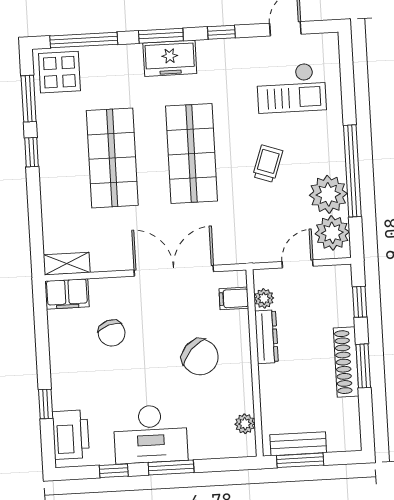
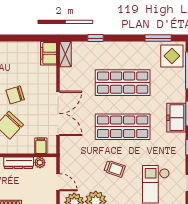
window: (32, 152) -> (95, 38), moved
chair: (112, 333) -> (15, 95), moved

